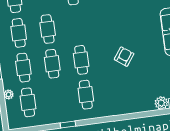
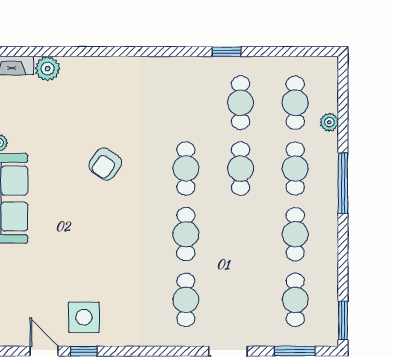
cafe table: (48, 29) -> (186, 234), moved
cafe table: (86, 95) -> (241, 103), moved

